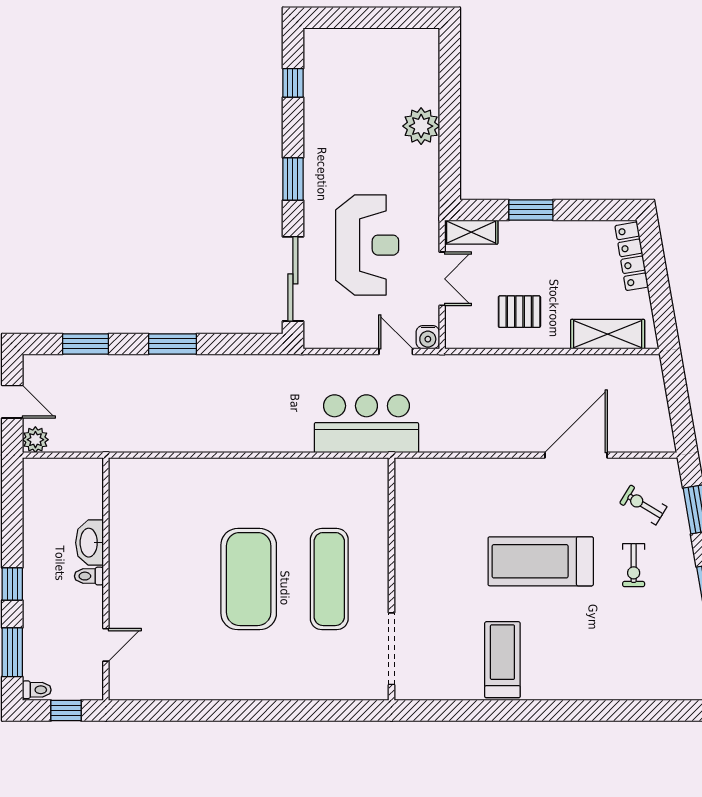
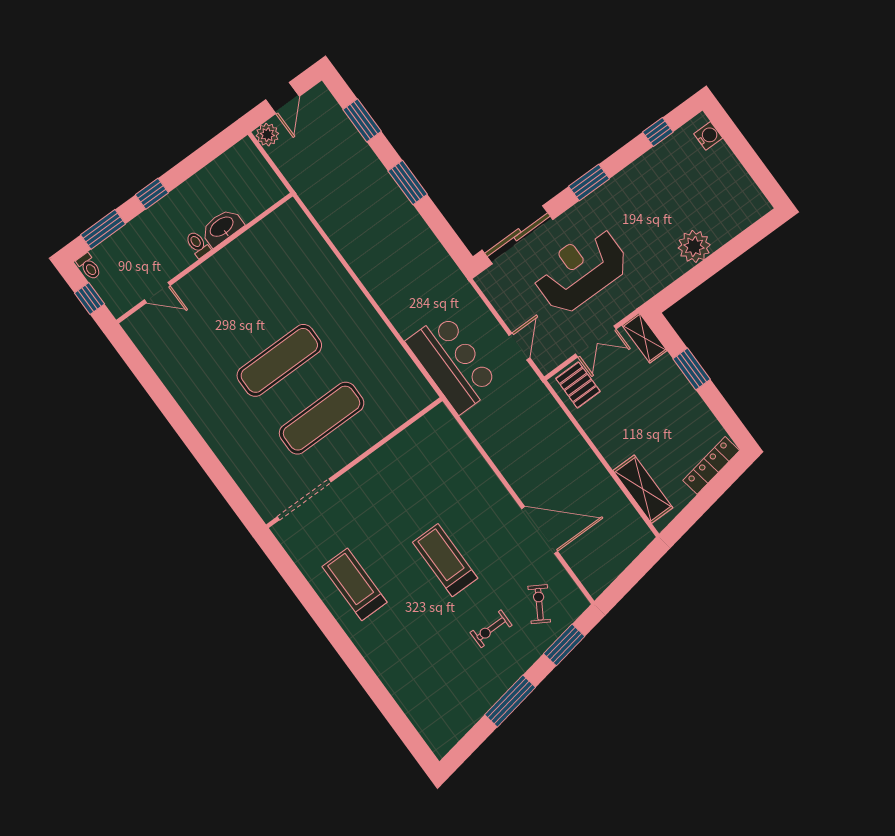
reception desk: (367, 245) -> (581, 270), turned 180
pallet: (519, 312) -> (578, 385), moved
water cooler: (428, 337) -> (708, 136), moved, turned 180
treadmill: (541, 561) -> (445, 560), width x0.73, depth x0.73
exercise mat: (249, 579) -> (279, 360), width x0.68
treadmill: (502, 660) -> (355, 584), turned -90

